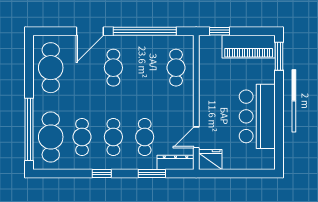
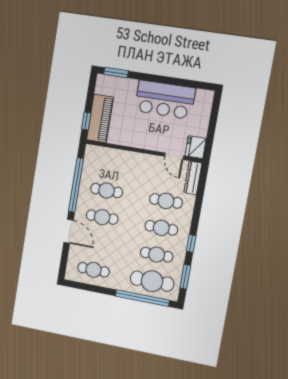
piano: (249, 47) -> (100, 118), moved
cafe table: (51, 68) -> (93, 270), width x0.73, depth x0.74
cafe table: (176, 68) -> (107, 190), moved
window: (152, 173) -> (185, 277), moved

